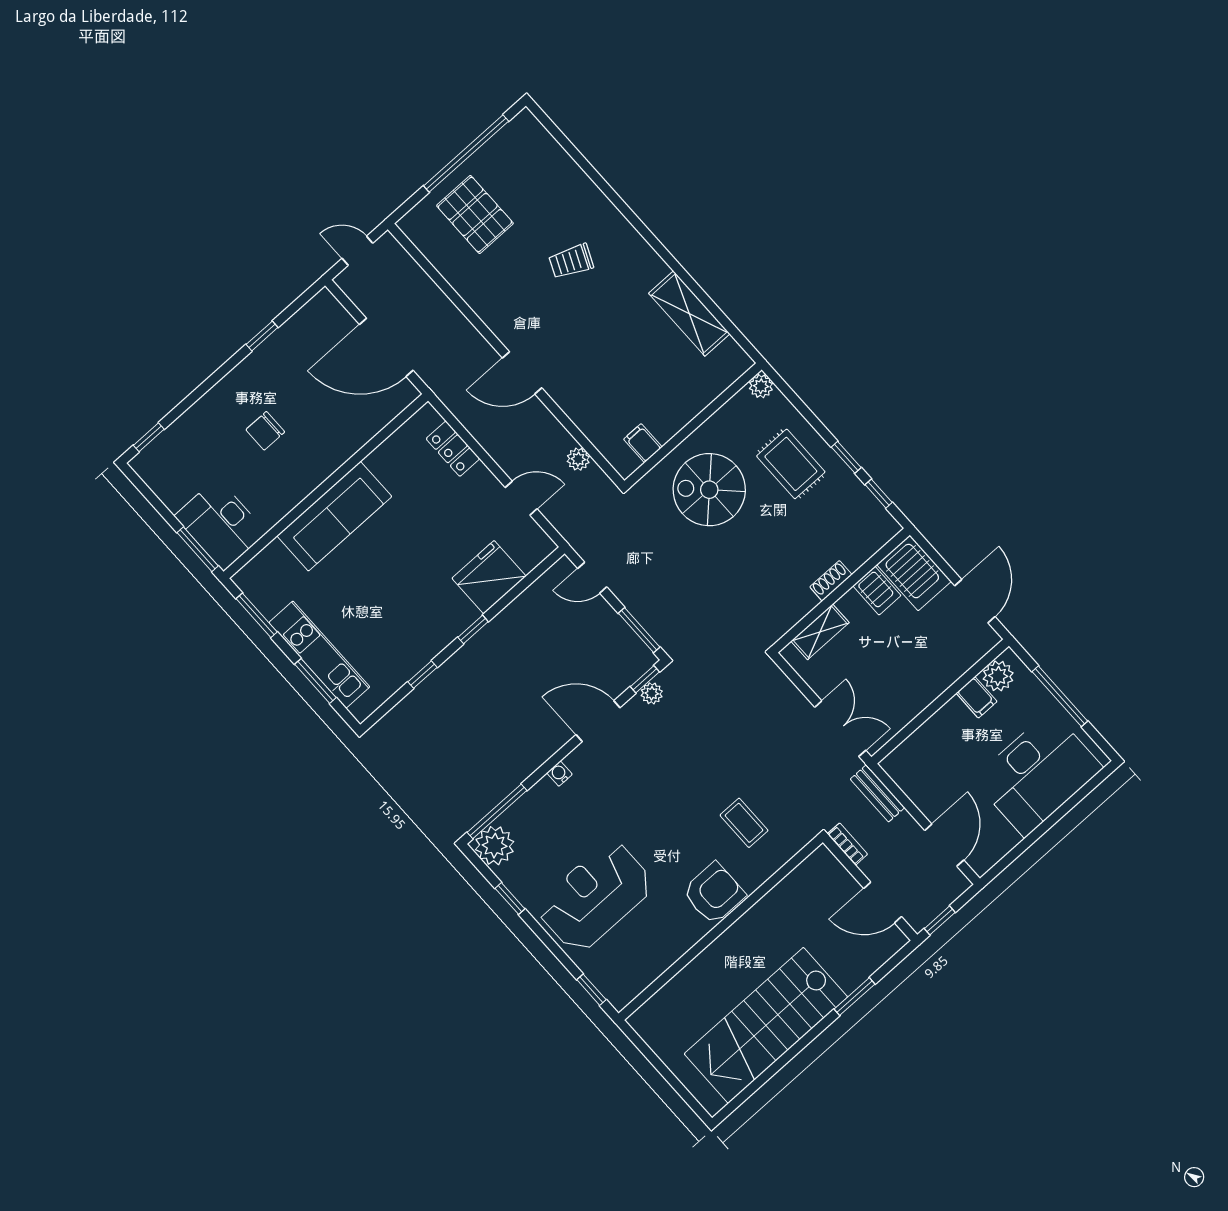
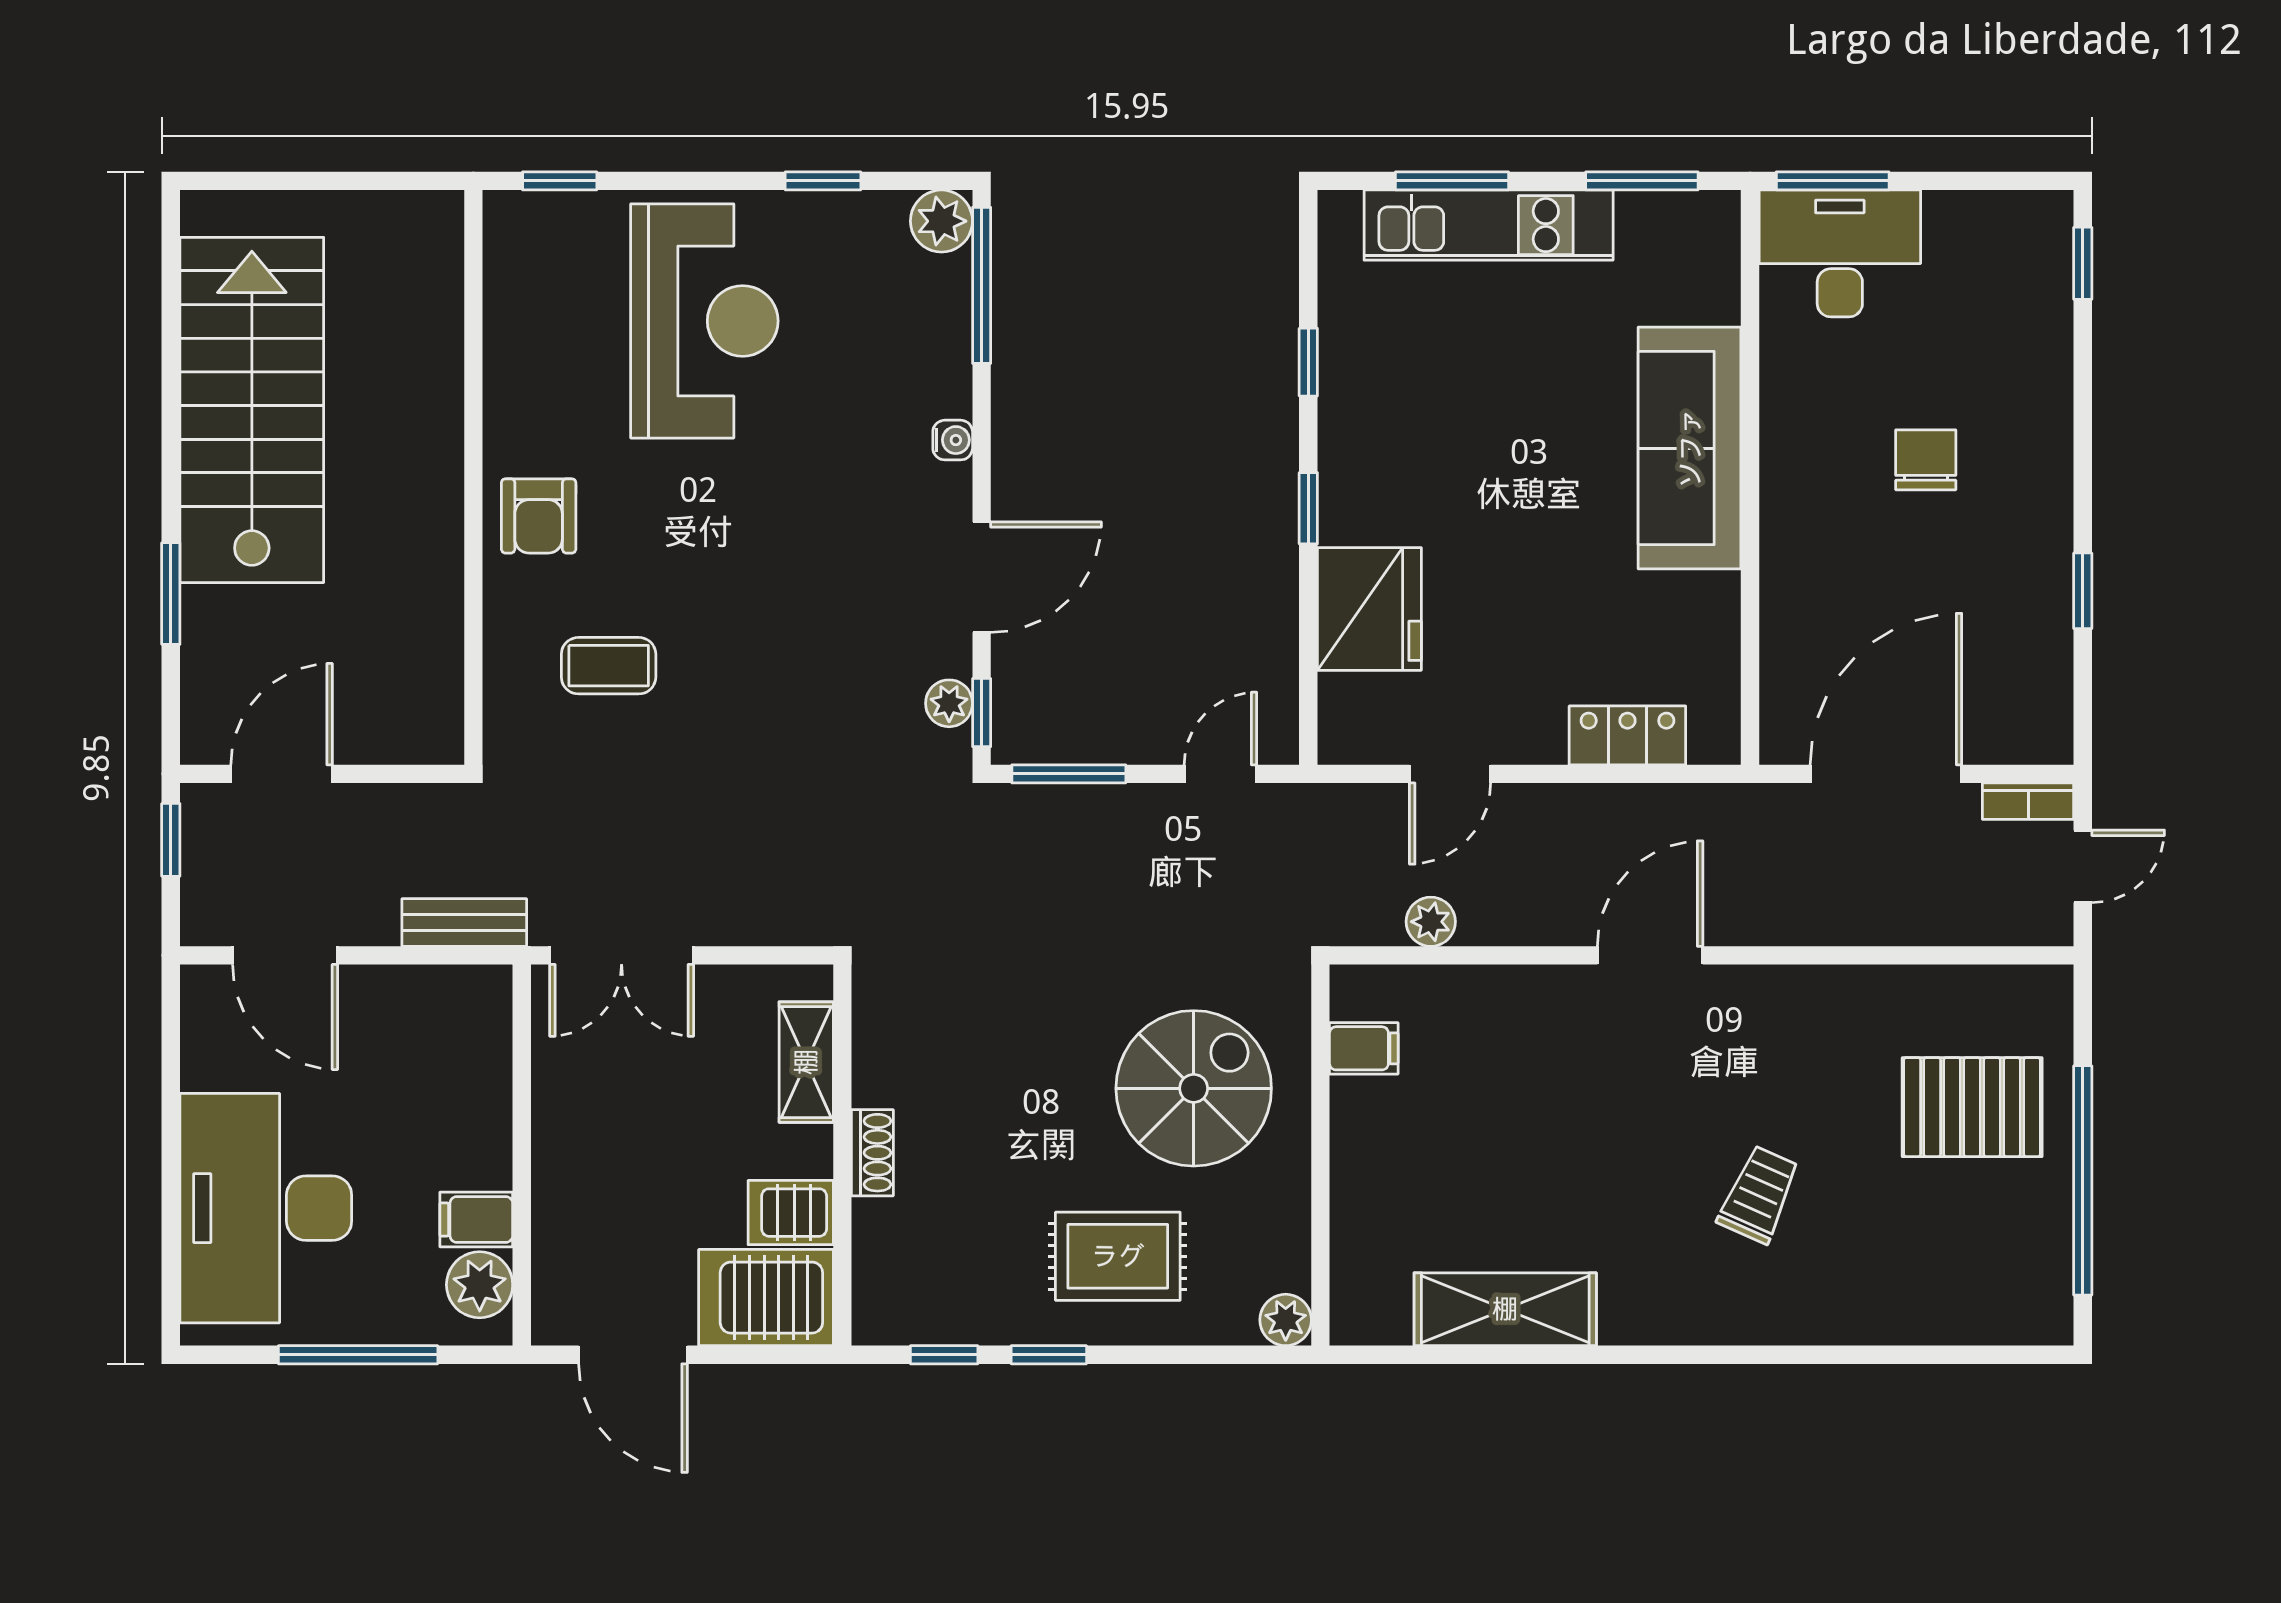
bookcase: (847, 844) -> (2028, 801), moved
plant: (495, 846) -> (941, 221), width x0.73, depth x0.73
armchair: (714, 893) -> (539, 516), width x0.72, depth x0.72

